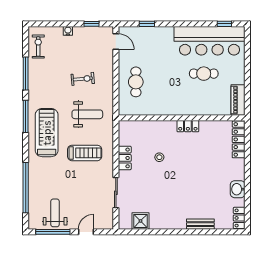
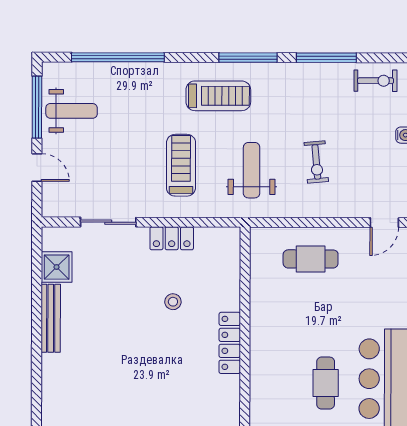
weight bench: (87, 114) -> (252, 170), turned 180
locker: (188, 126) -> (230, 343), width x1.53
treadmill: (47, 133) -> (218, 96), width x0.73, depth x0.73
treadmill: (85, 153) -> (181, 165), turned 180
bench: (200, 224) -> (51, 318), moved, width x1.36

